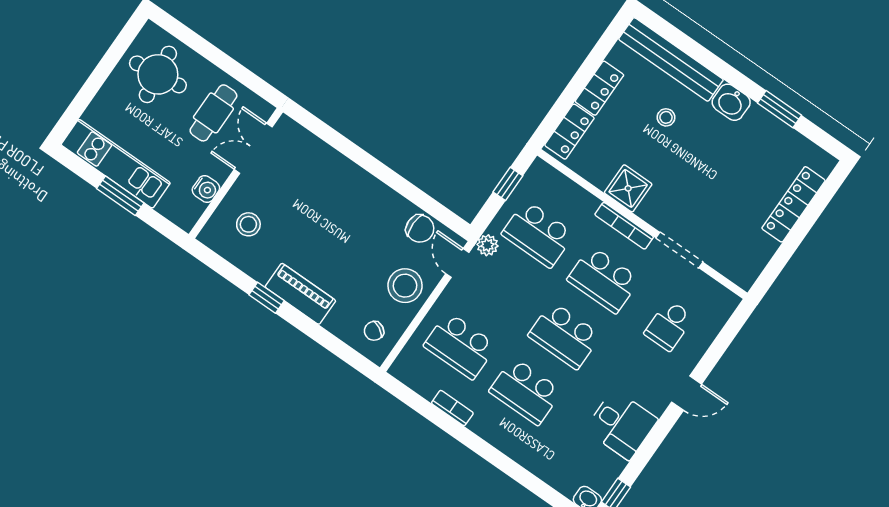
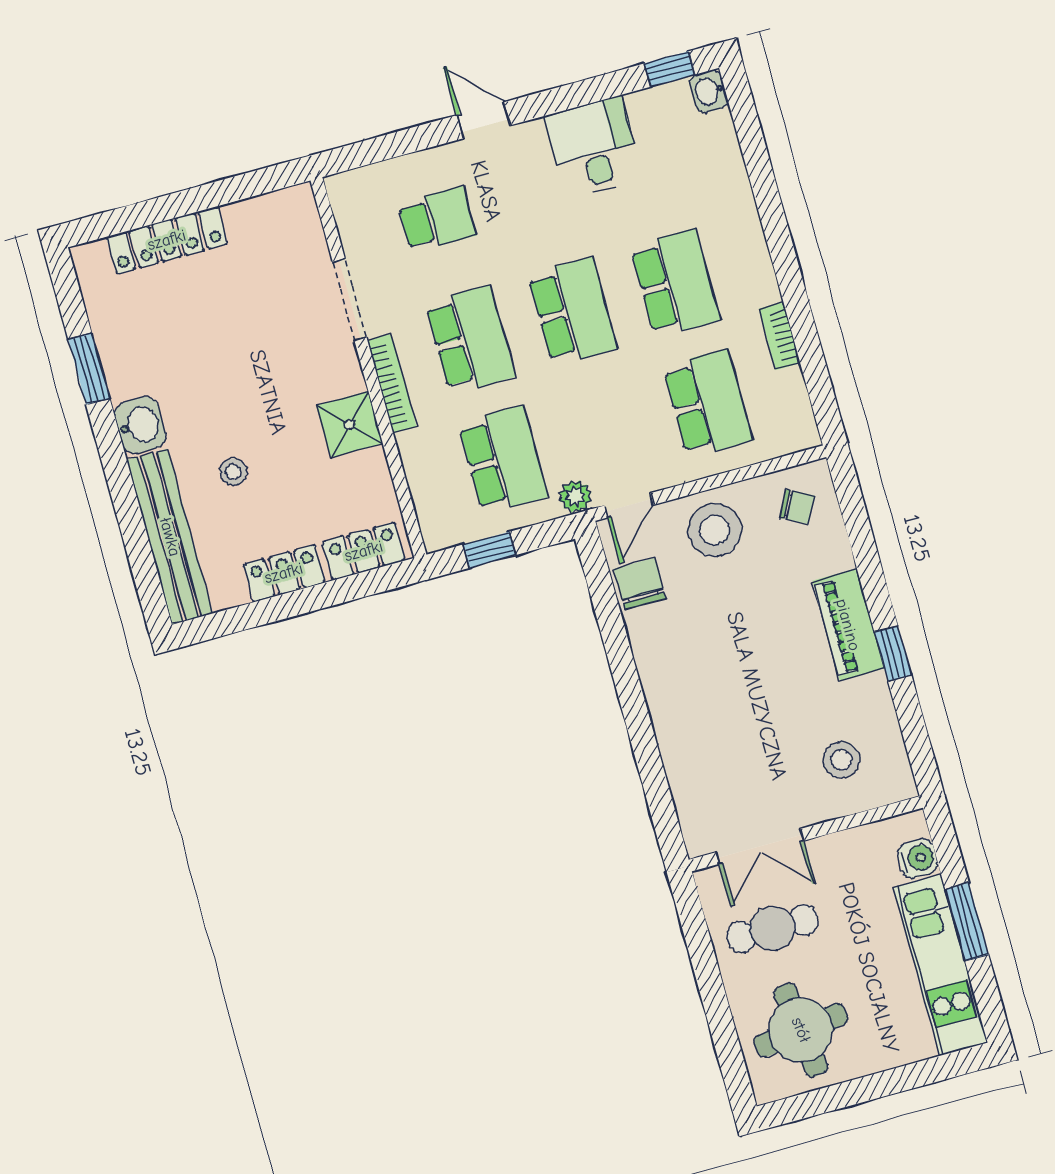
water cooler: (206, 189) -> (918, 858), moved, turned 90

